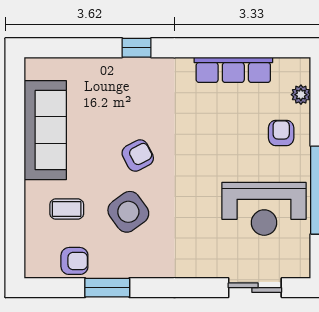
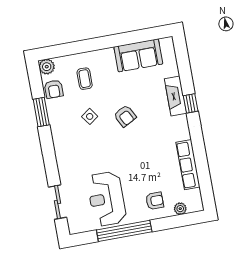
fireplace: (121, 70) -> (175, 96), added
sofa: (45, 130) -> (138, 55), width x0.73
side table: (128, 212) -> (90, 116), width x0.54, depth x0.54
plant: (37, 266) -> (47, 67), added

